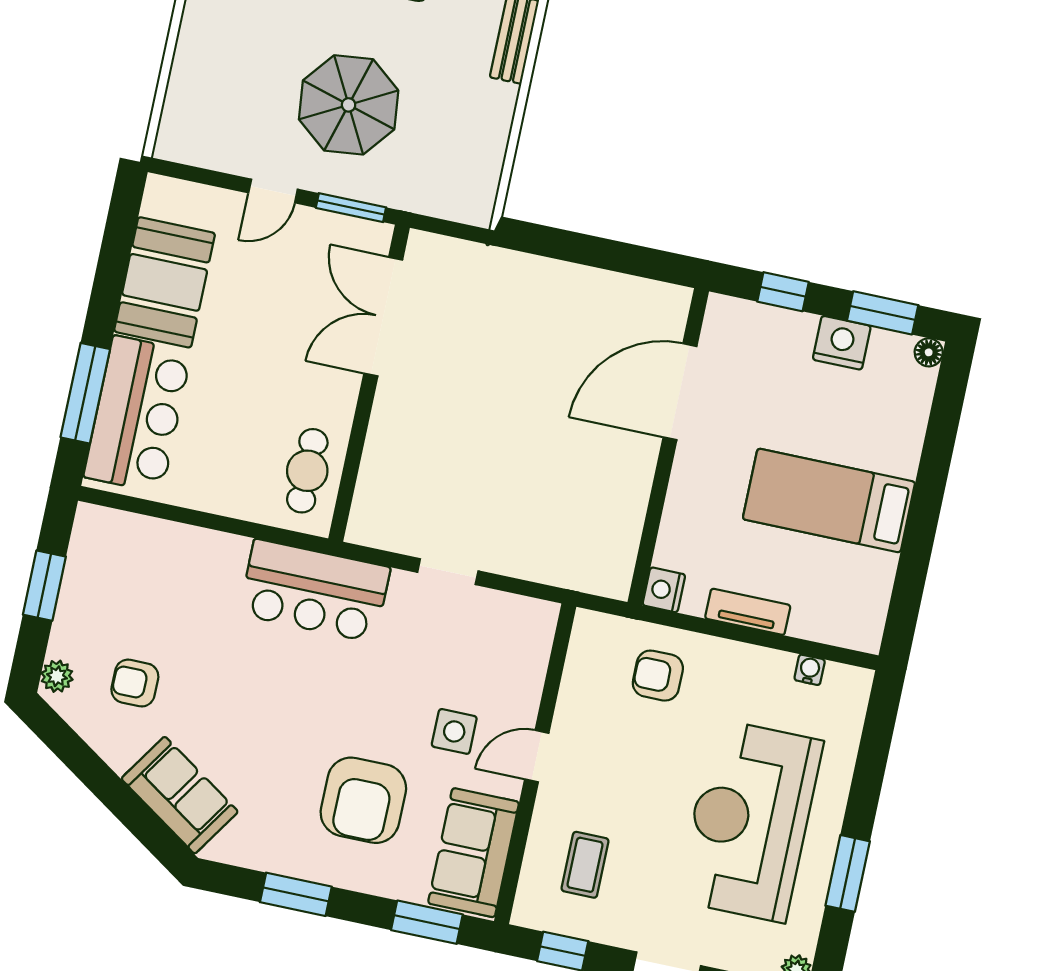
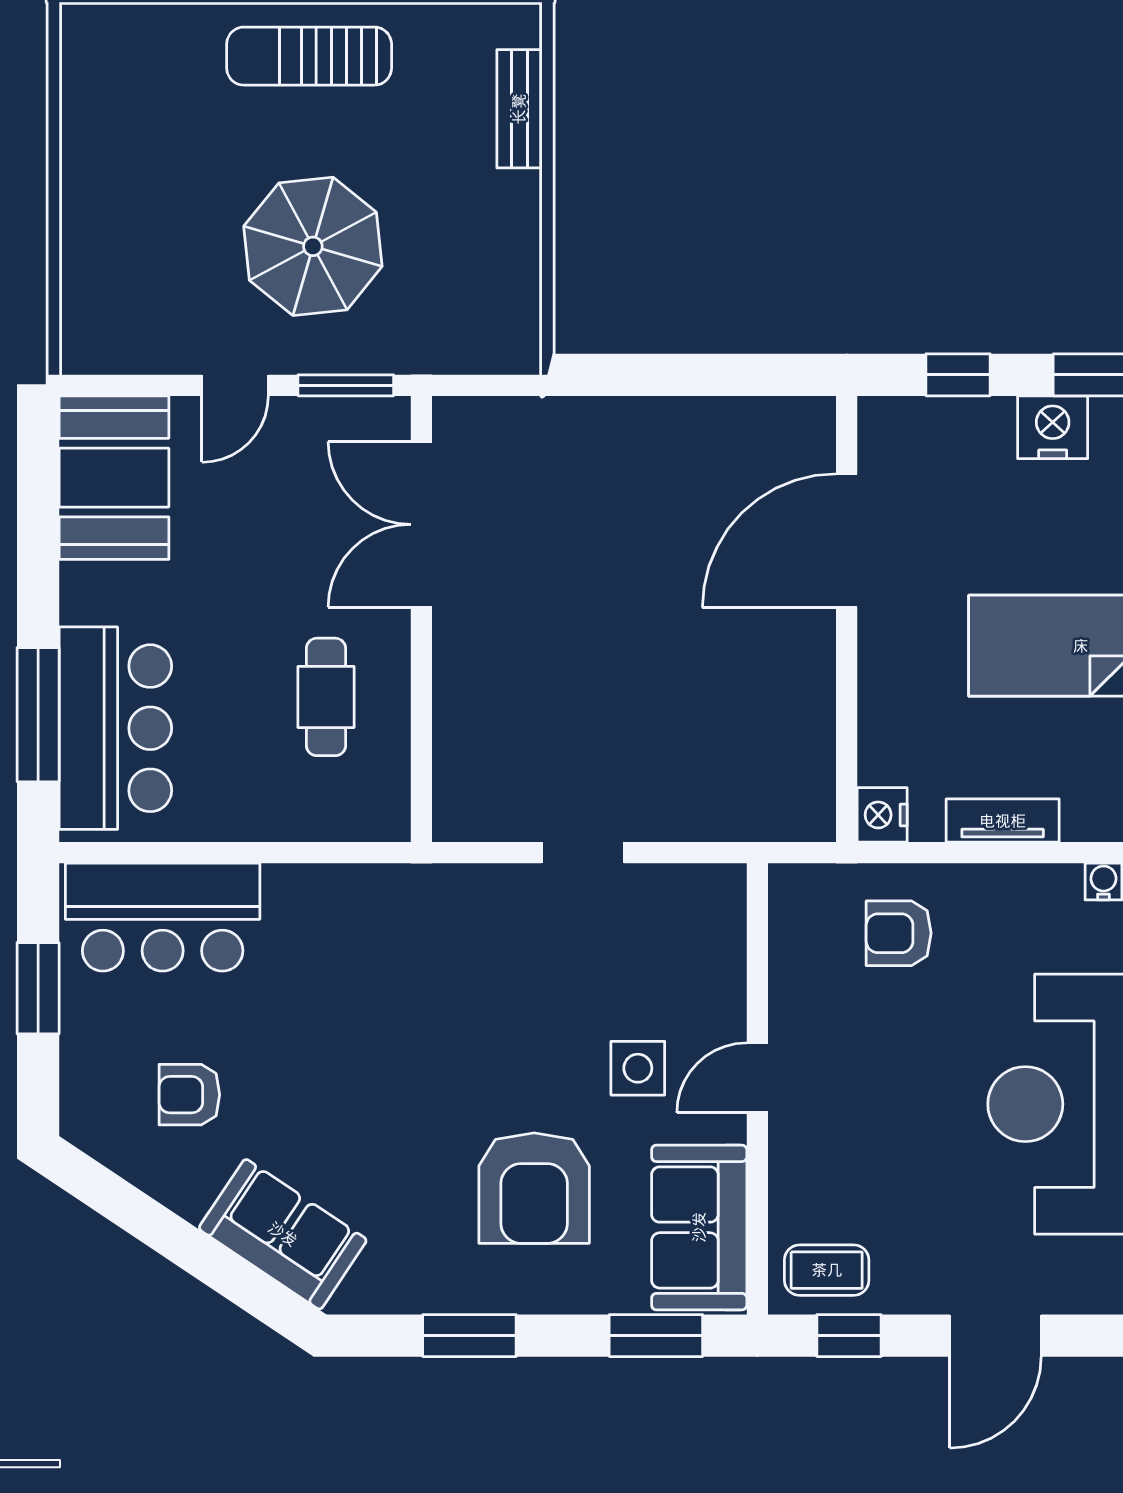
booth: (165, 282) -> (114, 478), moved
cafe table: (307, 471) -> (326, 697), moved
bar counter: (315, 591) -> (163, 917), moved
plant: (57, 676) -> (81, 1108), removed
coffee table: (585, 865) -> (827, 1270), moved, turned 90

